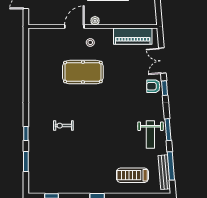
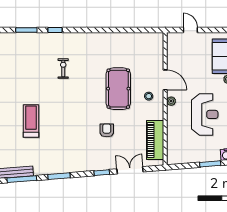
armchair: (153, 86) -> (107, 130), moved
weight bench: (150, 135) -> (54, 158), removed
treadmill: (132, 175) -> (31, 121), moved

